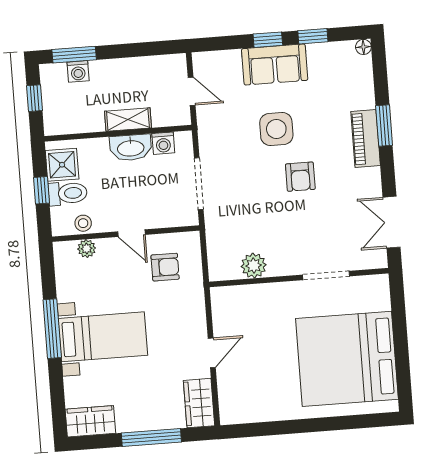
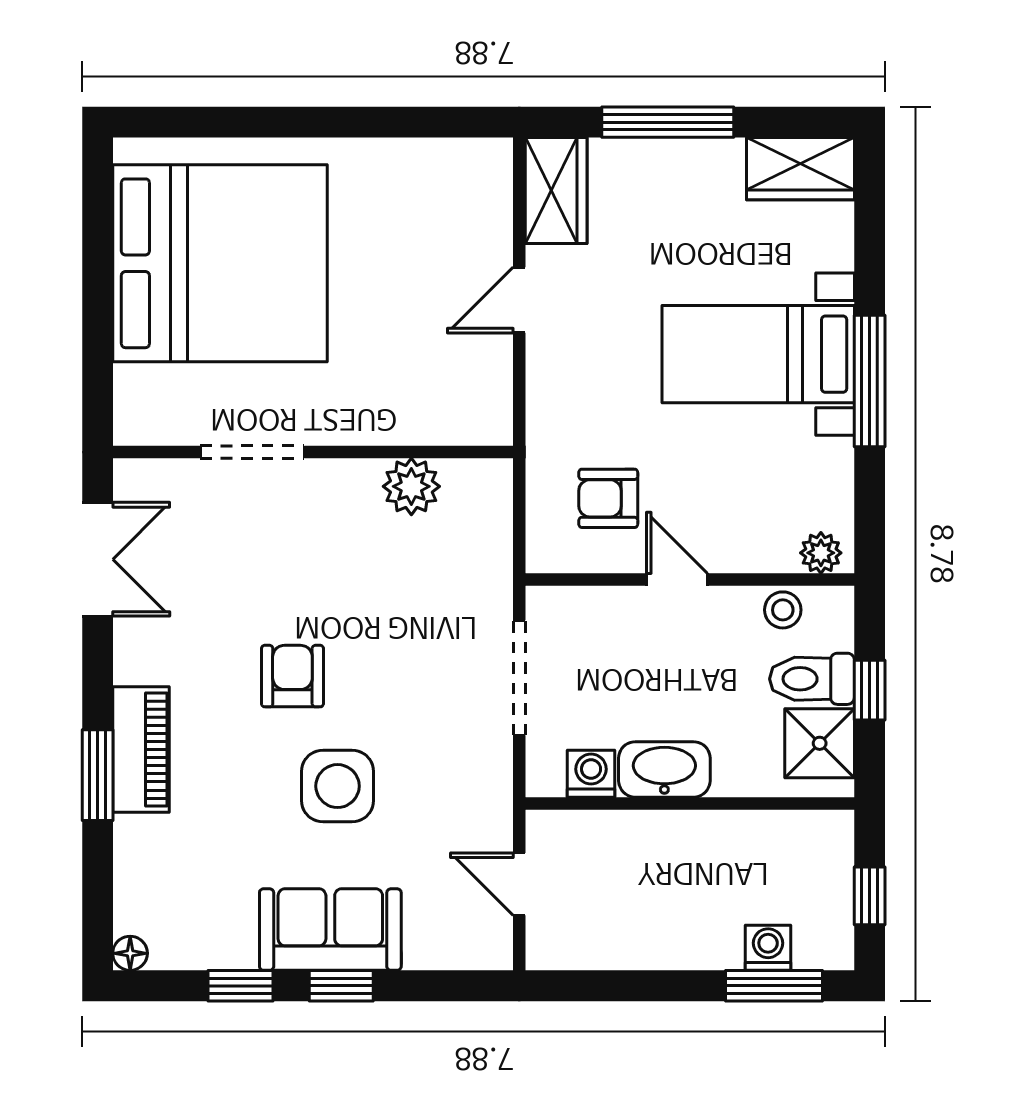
shelving: (128, 120) -> (665, 832), removed
plant: (87, 249) -> (821, 553), moved

